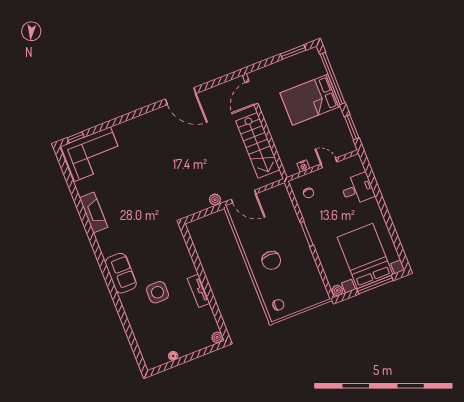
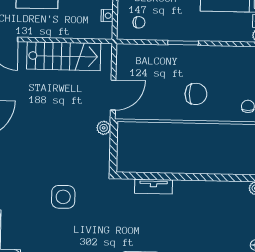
tv unit: (199, 291) -> (153, 187), moved
side table: (158, 292) -> (63, 197), moved

